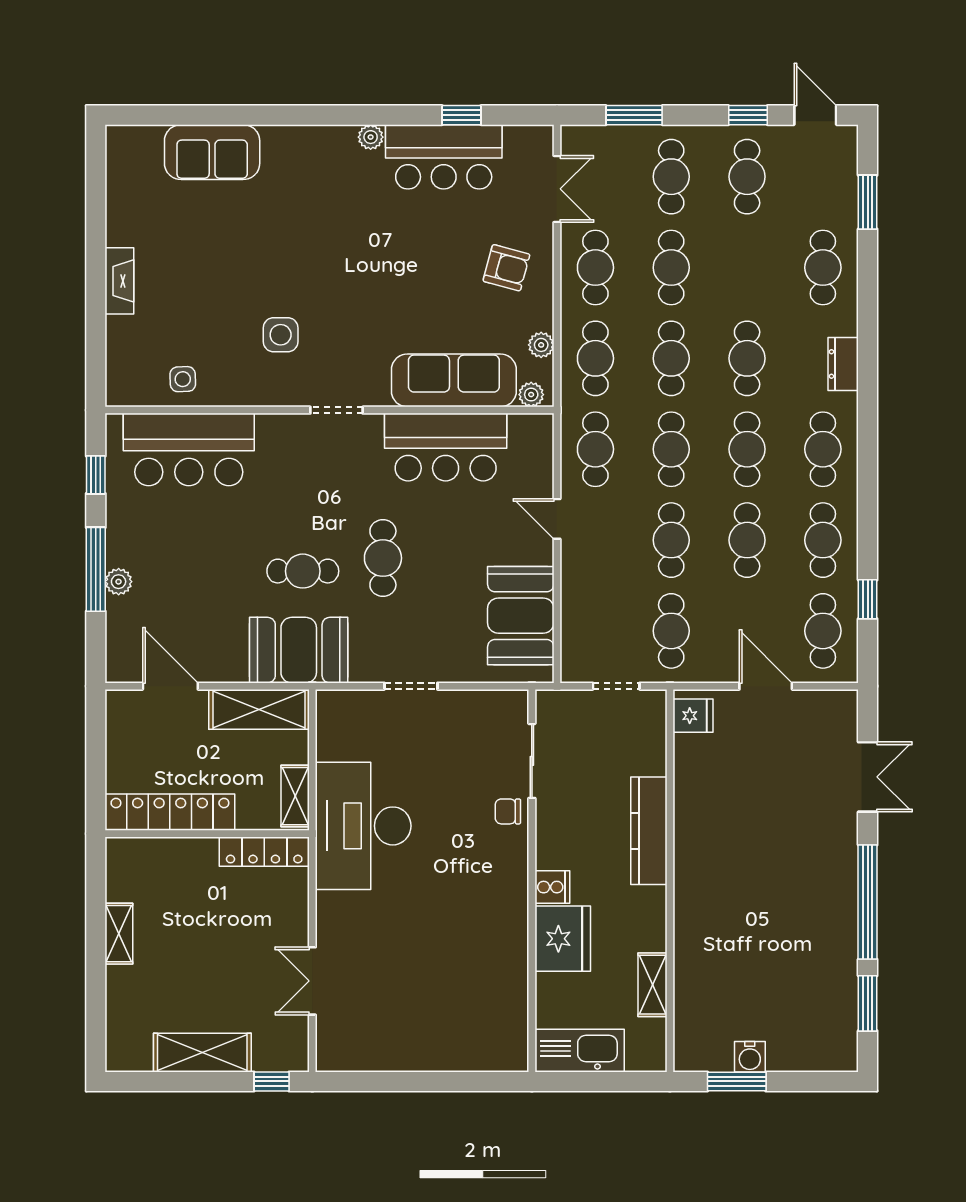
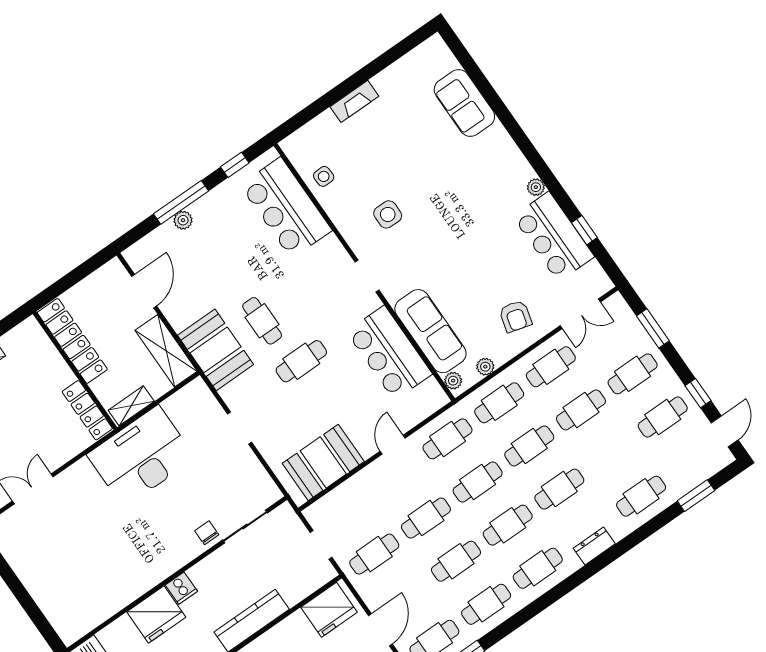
fridge: (693, 716) -> (329, 610), width x1.88, depth x1.34

